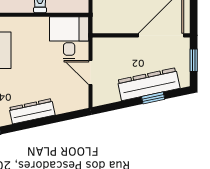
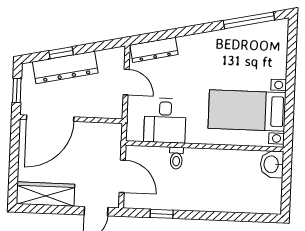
desk: (69, 38) -> (165, 120), moved
dresser: (32, 111) -> (154, 50), moved

